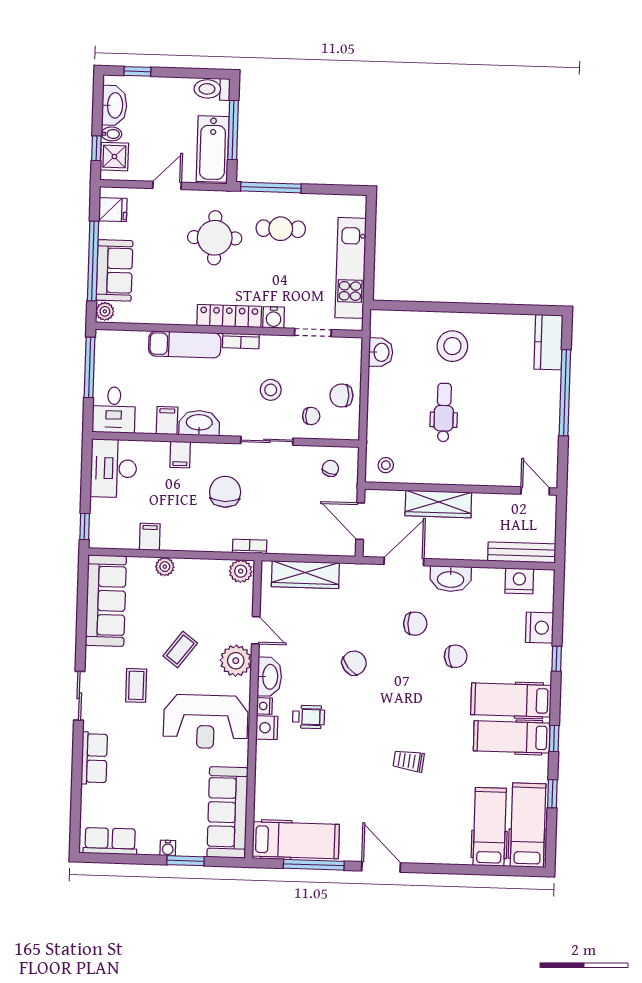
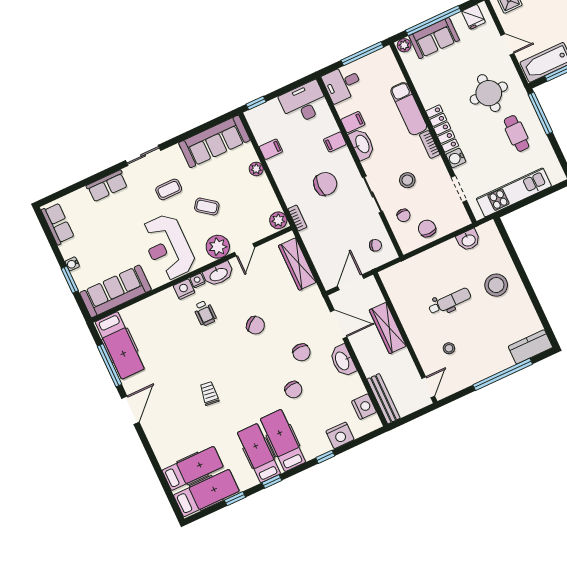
stool: (386, 465) -> (449, 348), moved

